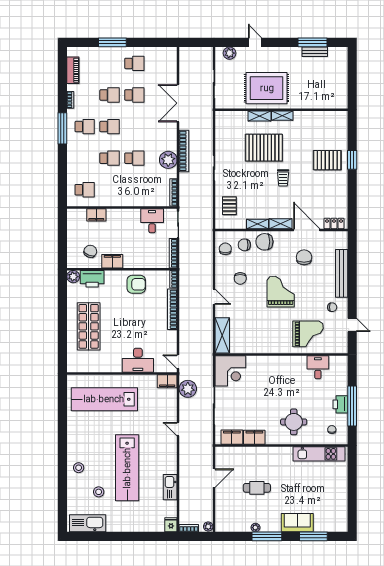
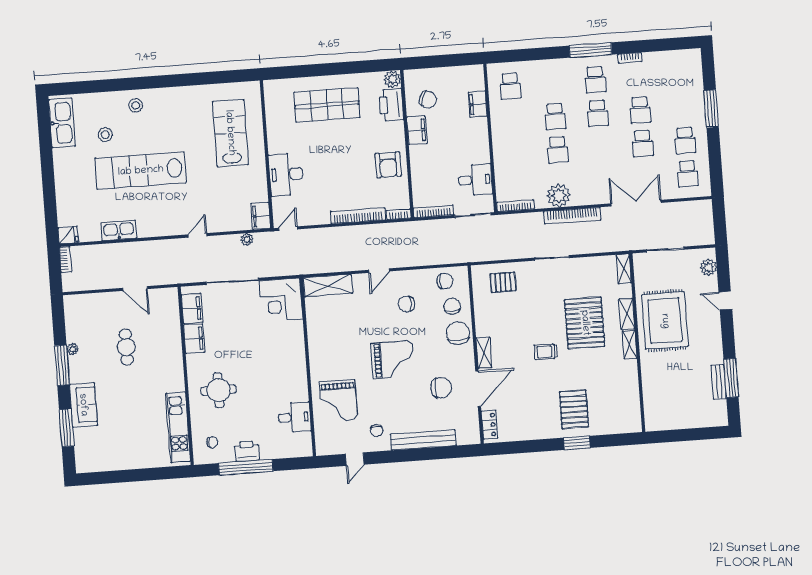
door: (255, 42) -> (725, 301), swing flipped
school desk: (159, 63) -> (688, 174), added
piano: (73, 70) -> (670, 58), removed
shelving: (257, 224) -> (624, 269), moved
plant: (188, 389) -> (247, 239), width x0.53, depth x0.53
lab bench: (104, 399) -> (230, 133), width x0.73
plant: (208, 527) -> (69, 285), removed

